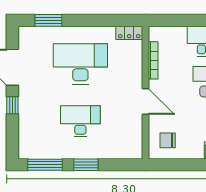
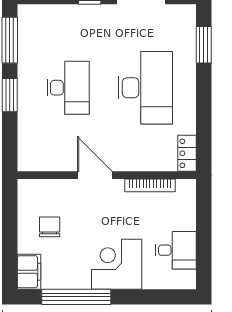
door: (146, 102) -> (95, 175), swing flipped
chair: (168, 140) -> (50, 227), moved

